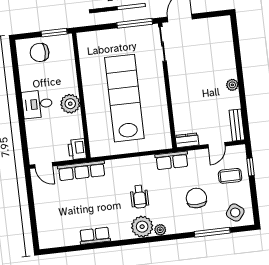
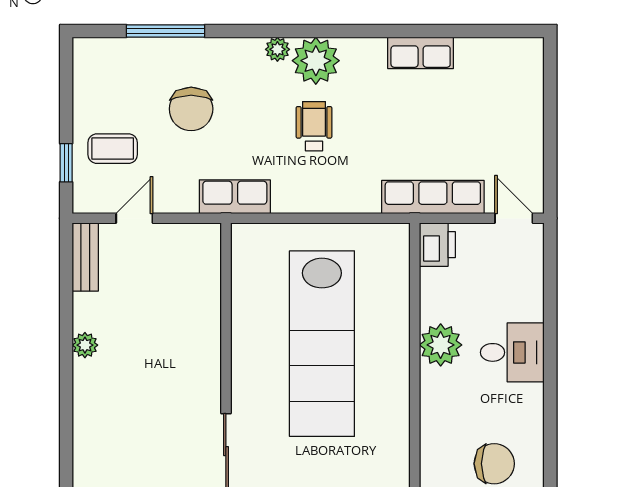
dresser: (187, 140) -> (197, 237), removed
side table: (235, 213) -> (111, 68), removed

